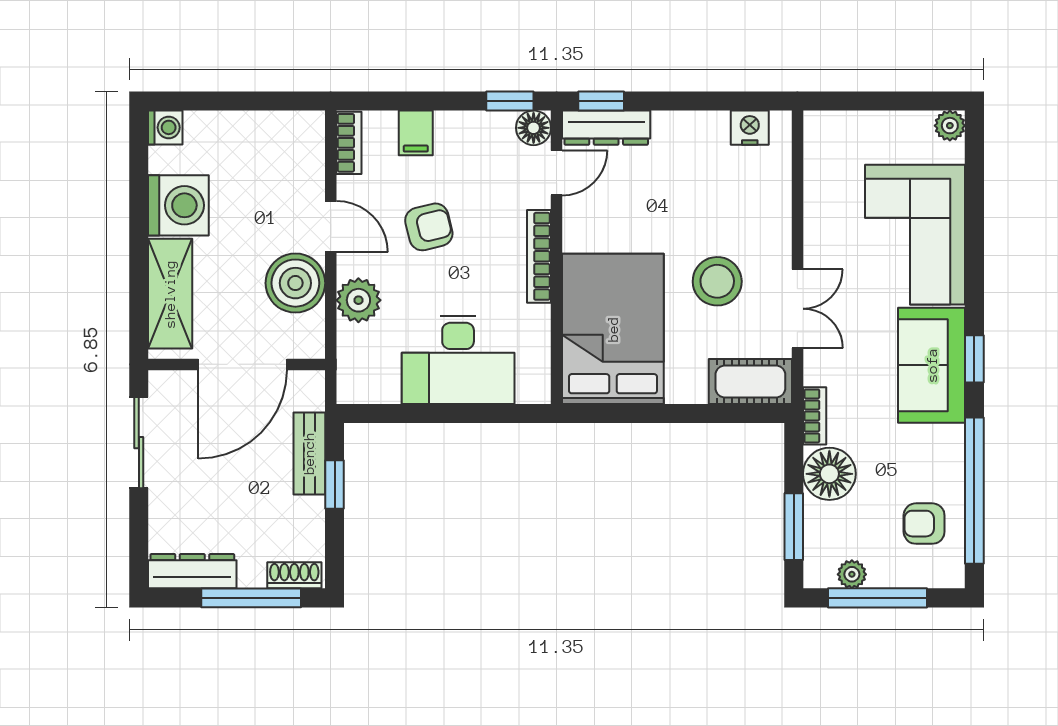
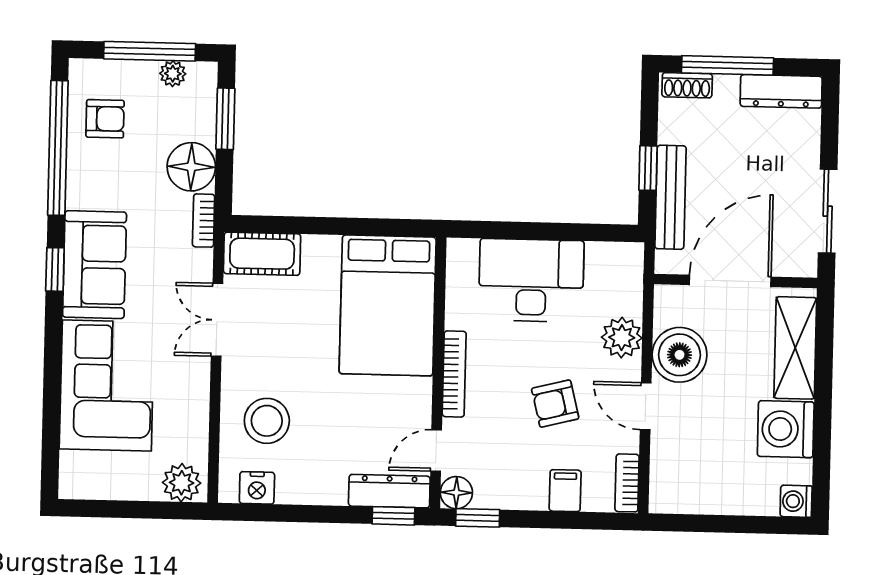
plant: (950, 126) -> (182, 483), moved, width x1.38, depth x1.38
stool: (717, 281) -> (267, 421), moved
bench: (309, 453) -> (670, 197), width x1.36

